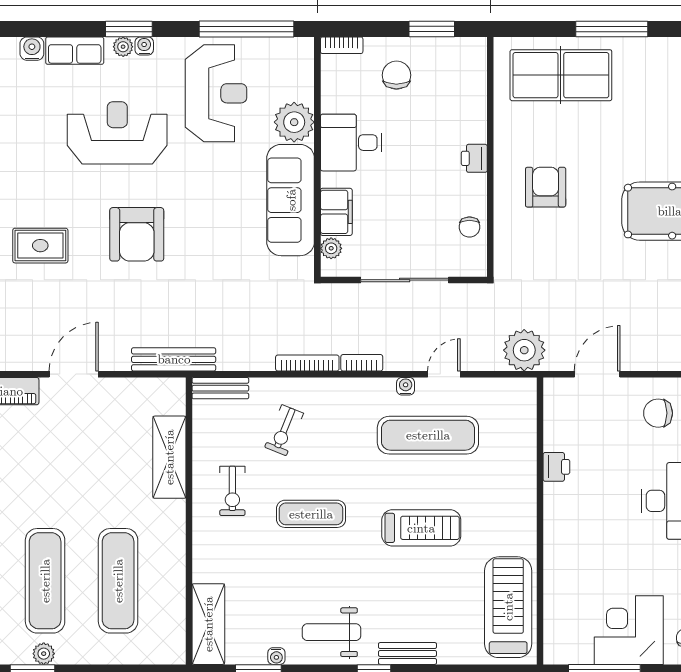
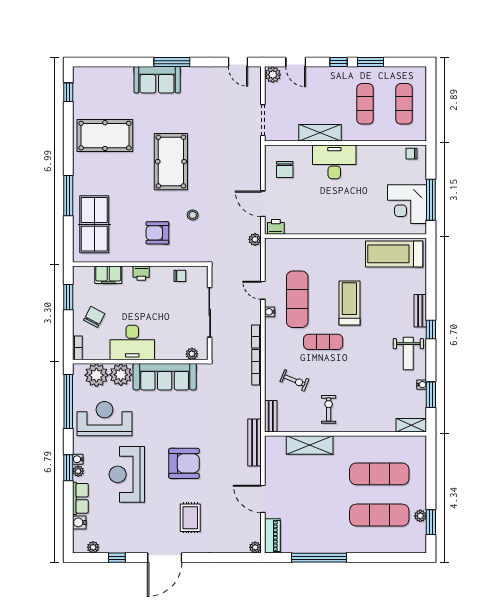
chair: (396, 75) -> (94, 317), turned 118
plant: (293, 79) -> (96, 375), added
desk: (351, 143) -> (132, 342), width x1.37
filing cabinet: (336, 212) -> (108, 275), moved, turned 180
stool: (577, 250) -> (193, 215), added
plant: (524, 350) -> (255, 239), width x0.53, depth x0.53
printer: (556, 467) -> (276, 227), moved
exercise bike: (232, 491) -> (329, 409), turned -90
exercise mat: (311, 514) -> (323, 342), moved, turned 90
shelving: (208, 624) -> (411, 425), width x0.67, depth x0.75
corner desk: (629, 630) -> (407, 204), moved

